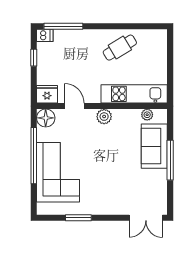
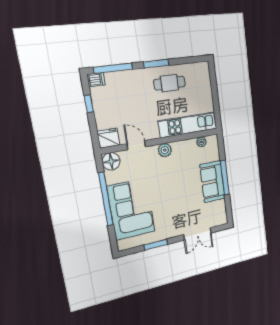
window: (109, 26) -> (156, 64), added
cafe table: (120, 48) -> (170, 83), turned 31
sofa: (154, 146) -> (212, 182), moved
double door: (146, 218) -> (197, 234), moved

